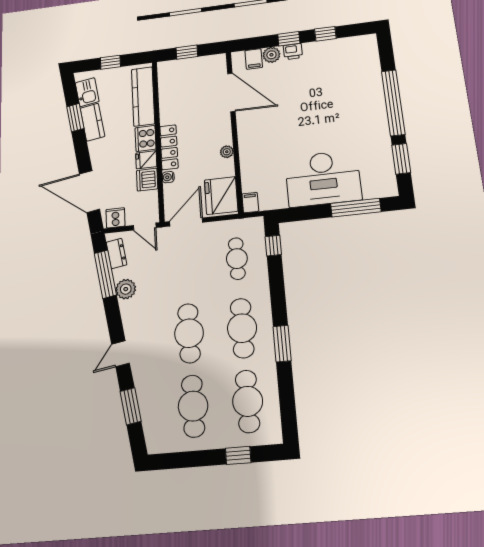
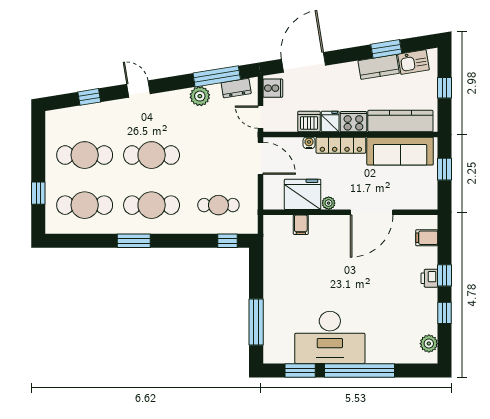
plant: (271, 55) -> (429, 344), moved
door: (231, 92) -> (372, 212), moved
sofa: (172, 93) -> (400, 151), added
desk: (323, 178) -> (330, 337), moved, turned -90
fridge: (221, 196) -> (303, 194), moved
filing cabinet: (250, 203) -> (301, 225), moved, turned 90
door: (145, 227) -> (260, 117), hinge flipped
window: (131, 406) -> (89, 97), width x0.67

